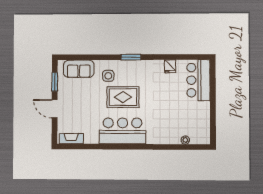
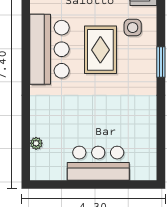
fridge: (170, 66) -> (147, 121), removed
bar counter: (198, 80) -> (98, 163), moved

